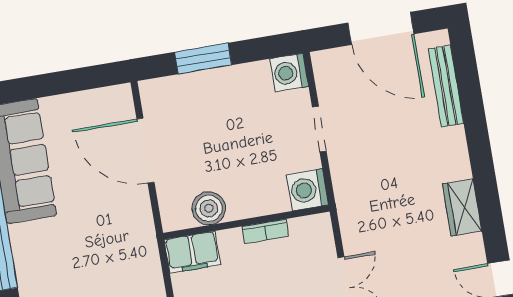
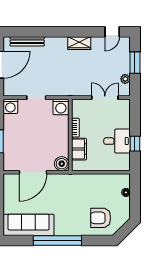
boiler: (209, 208) -> (62, 164), moved
filing cabinet: (192, 252) -> (79, 149), moved

